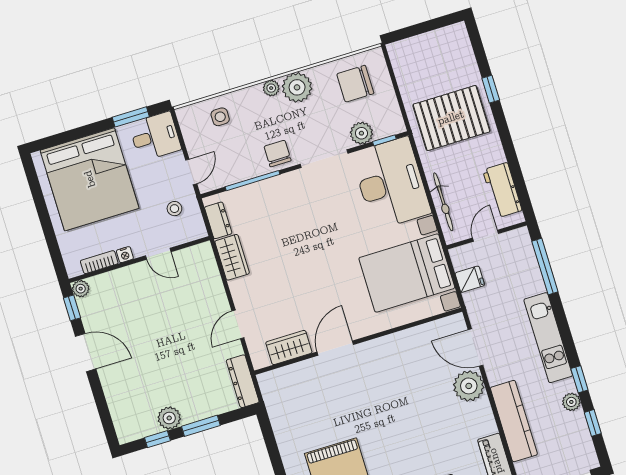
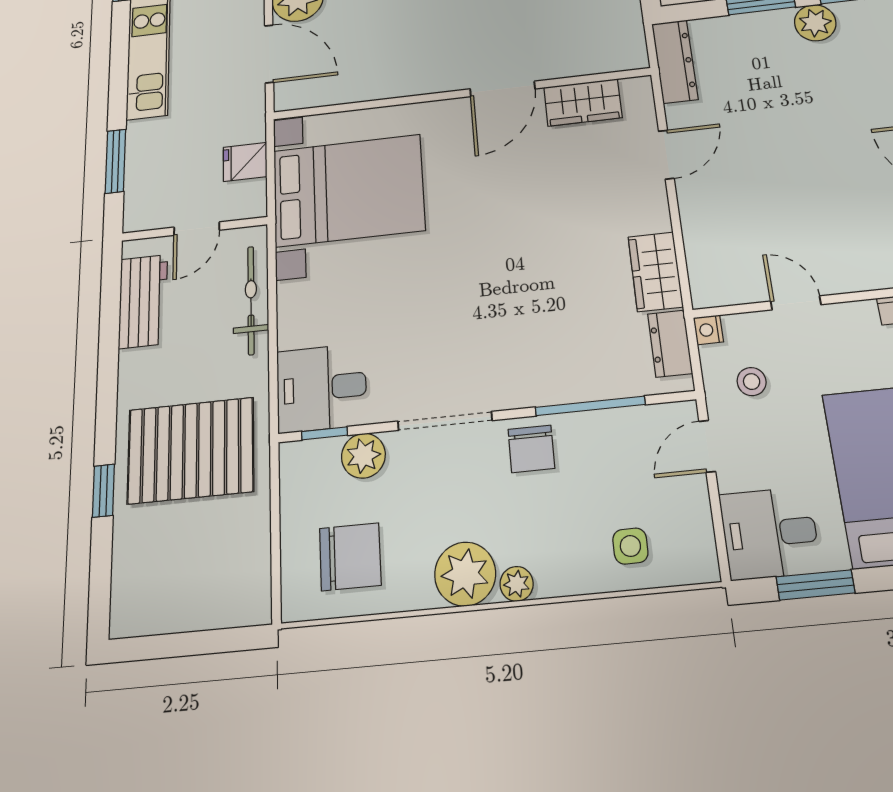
desk: (391, 183) -> (322, 388), width x0.53, depth x0.77
nightstand: (125, 255) -> (708, 330), moved, turned -90
window: (545, 266) -> (116, 161), width x0.69

